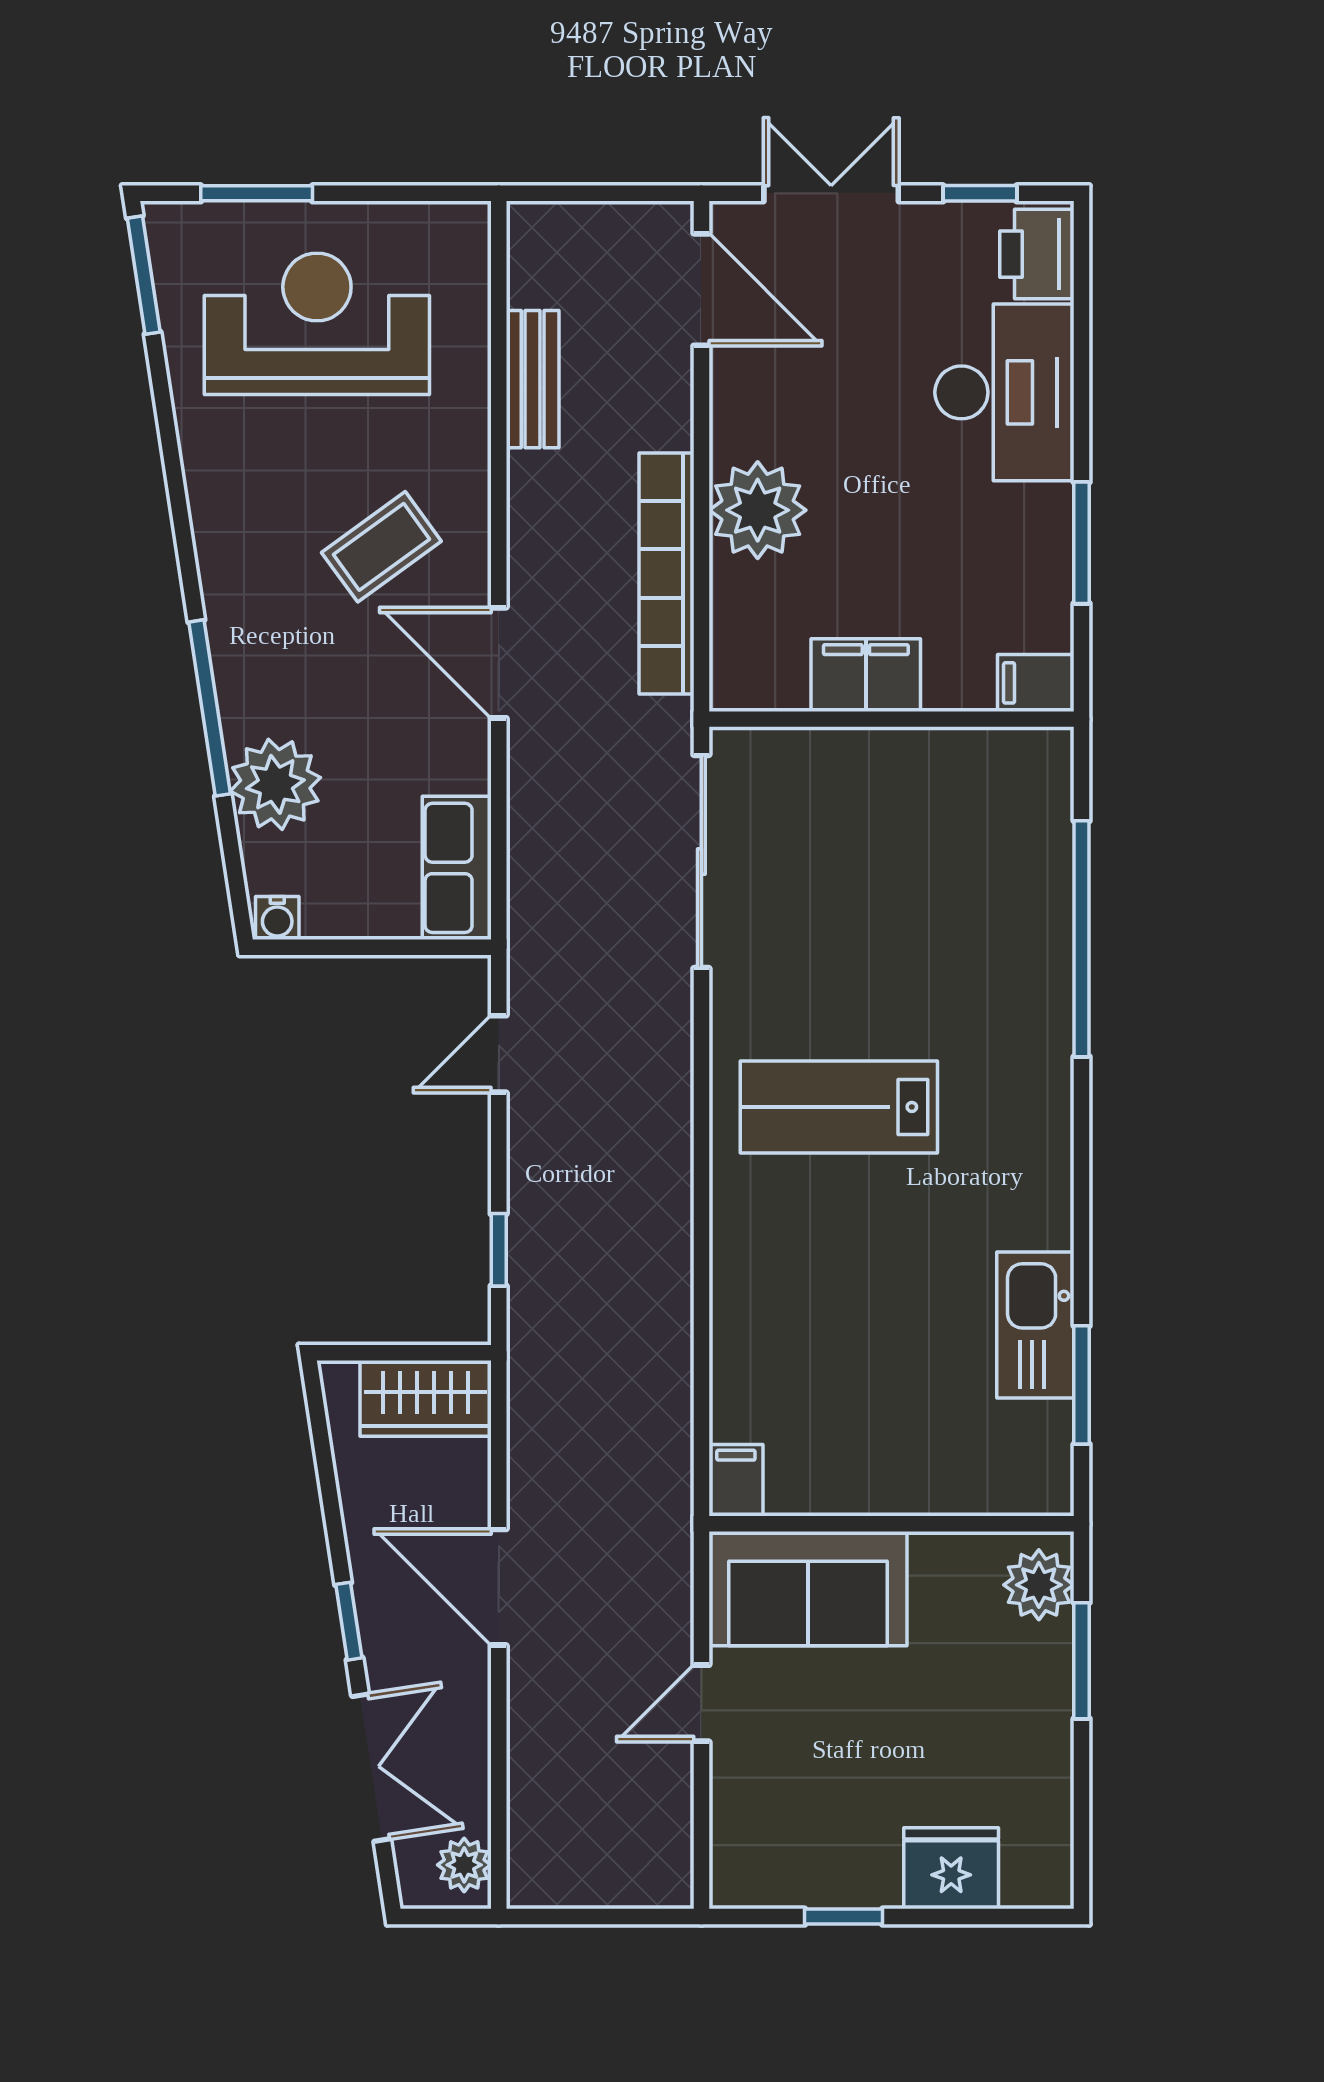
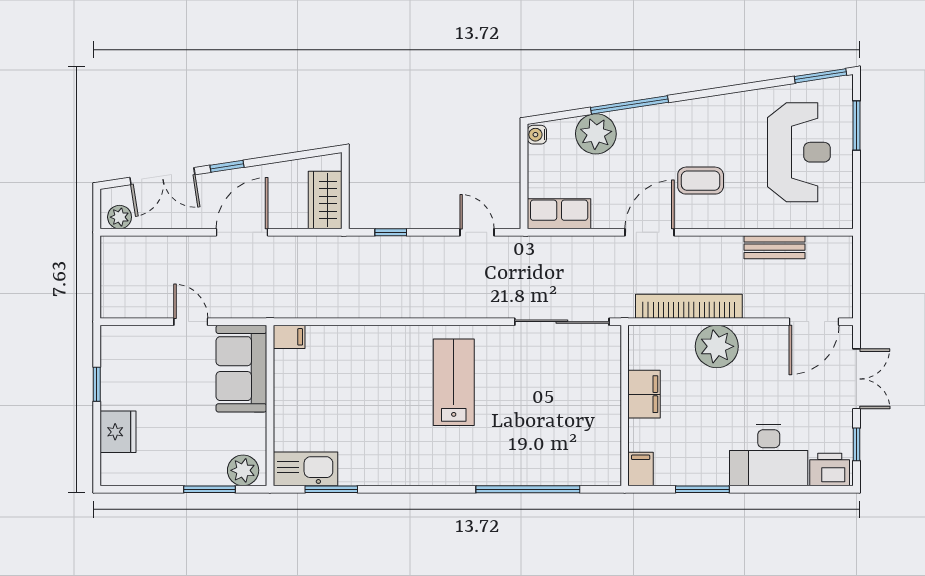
coffee table: (381, 547) -> (701, 181), turned -54
kitchen sink: (1035, 1325) -> (306, 469), moved

